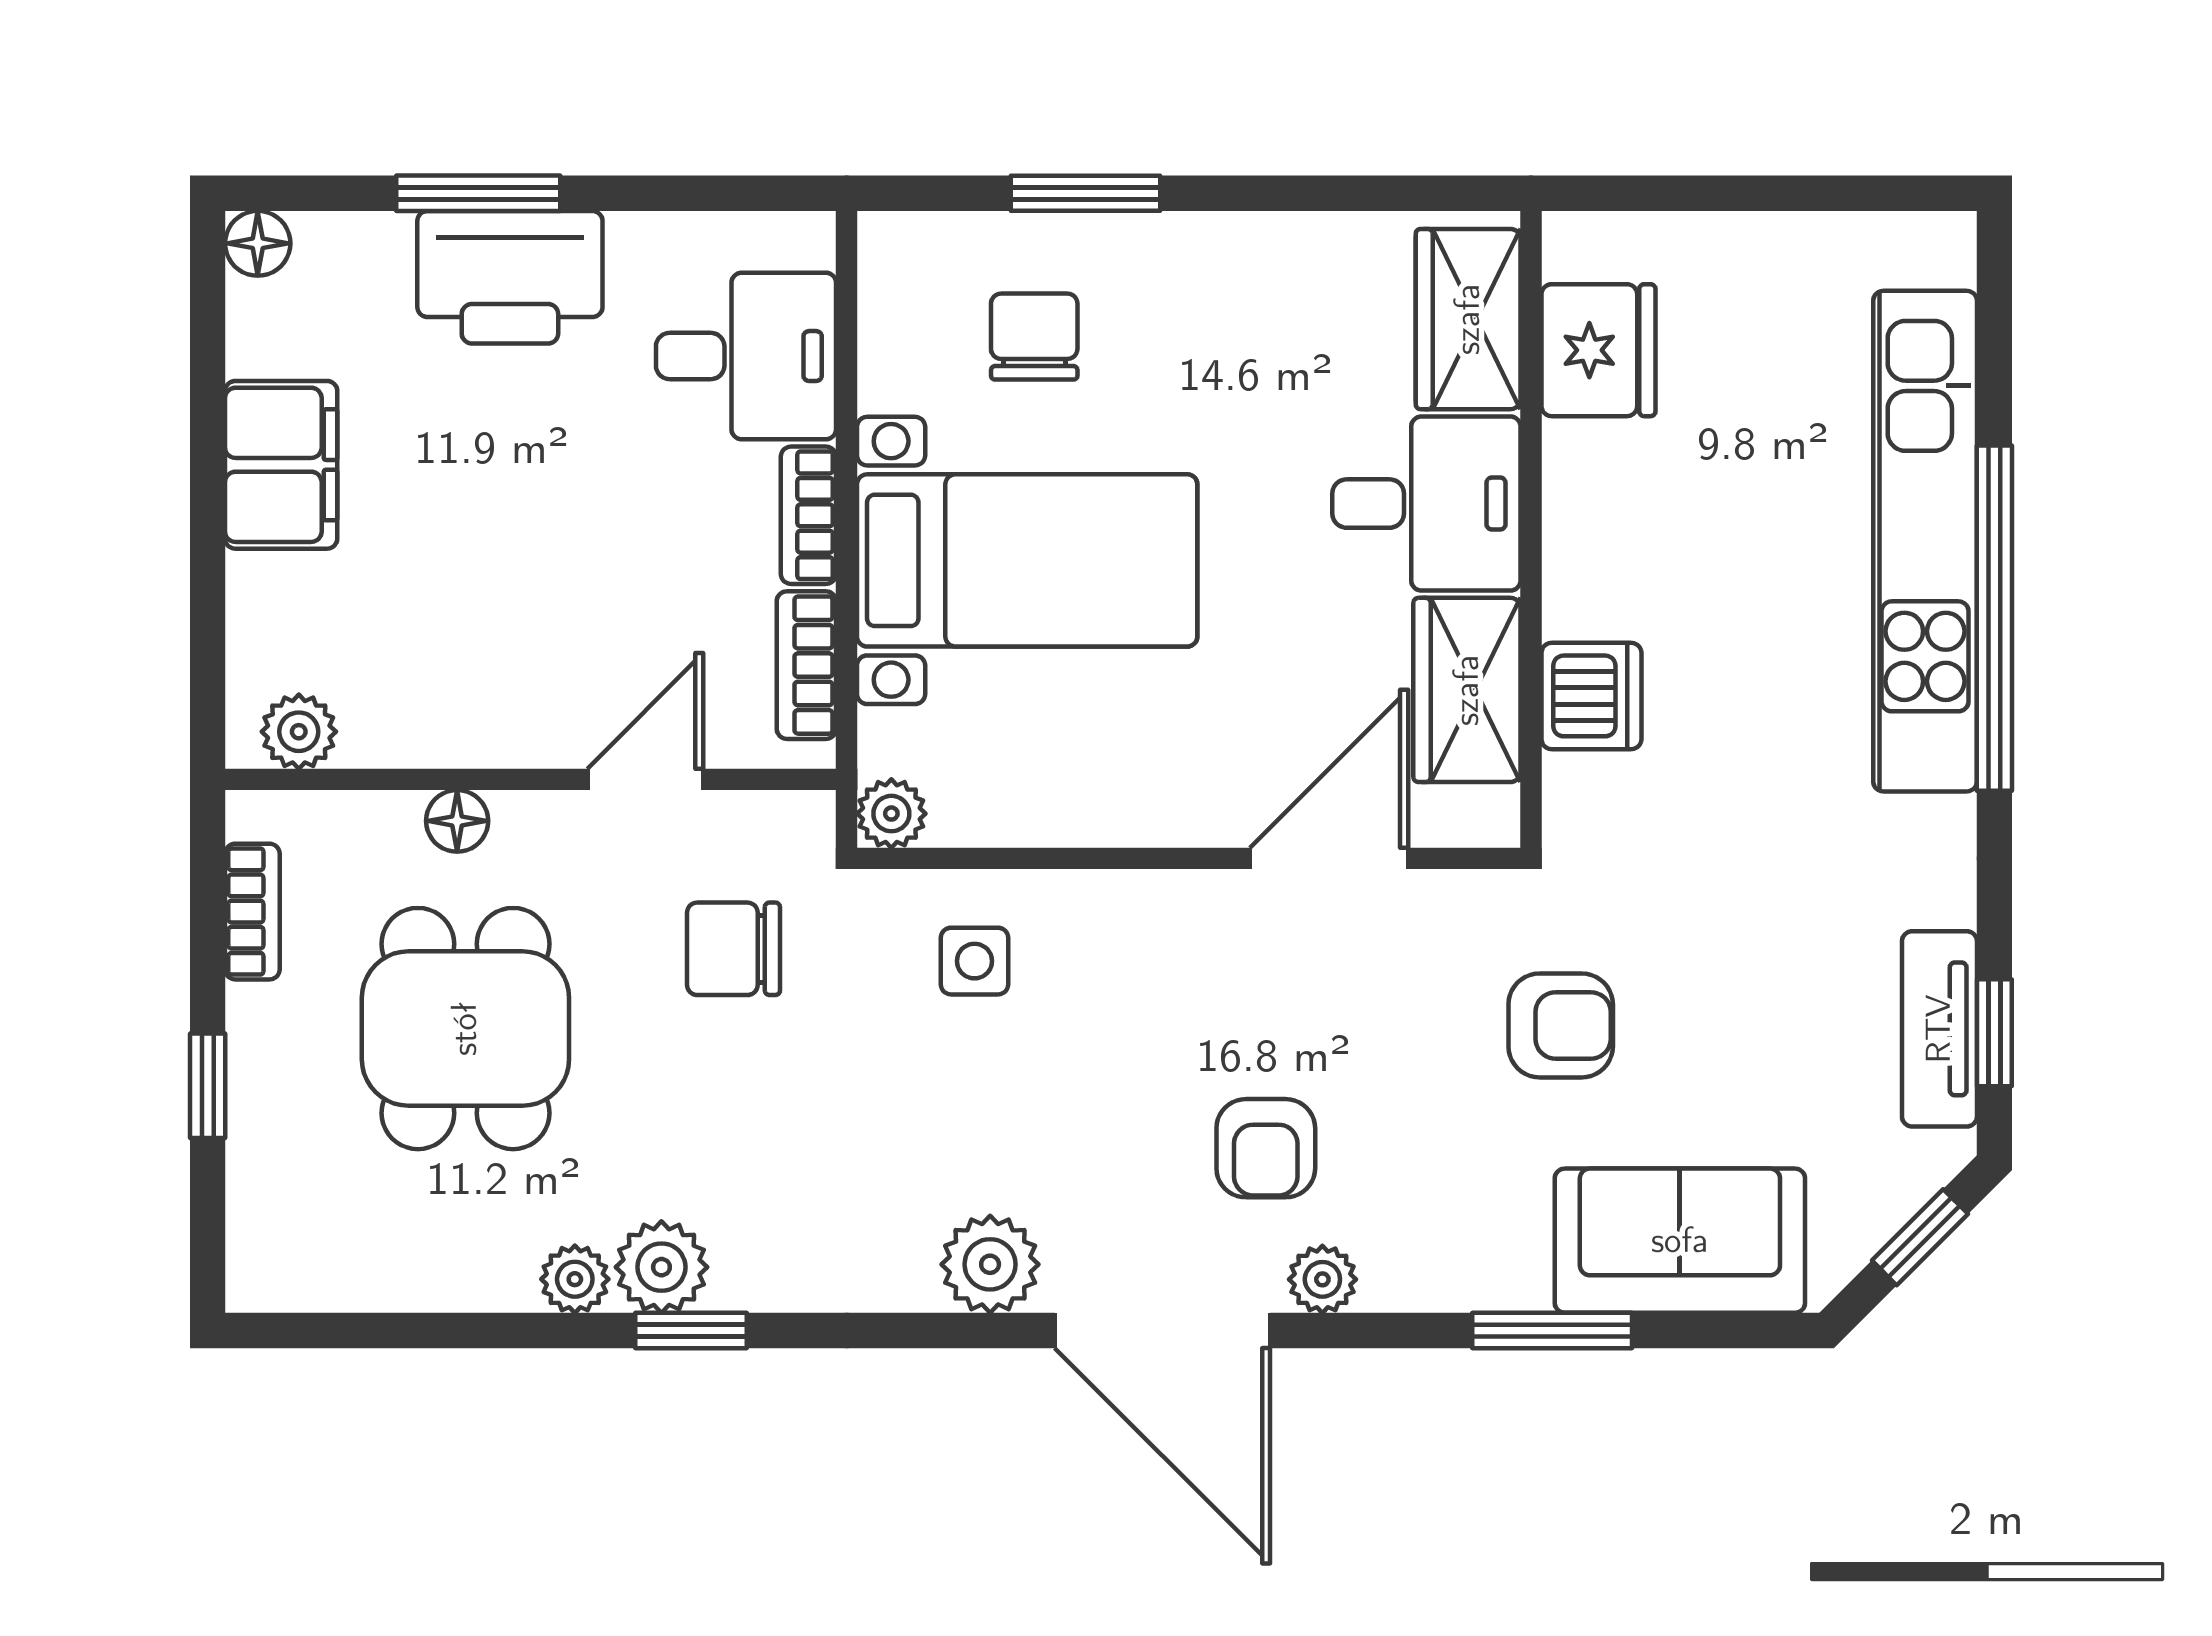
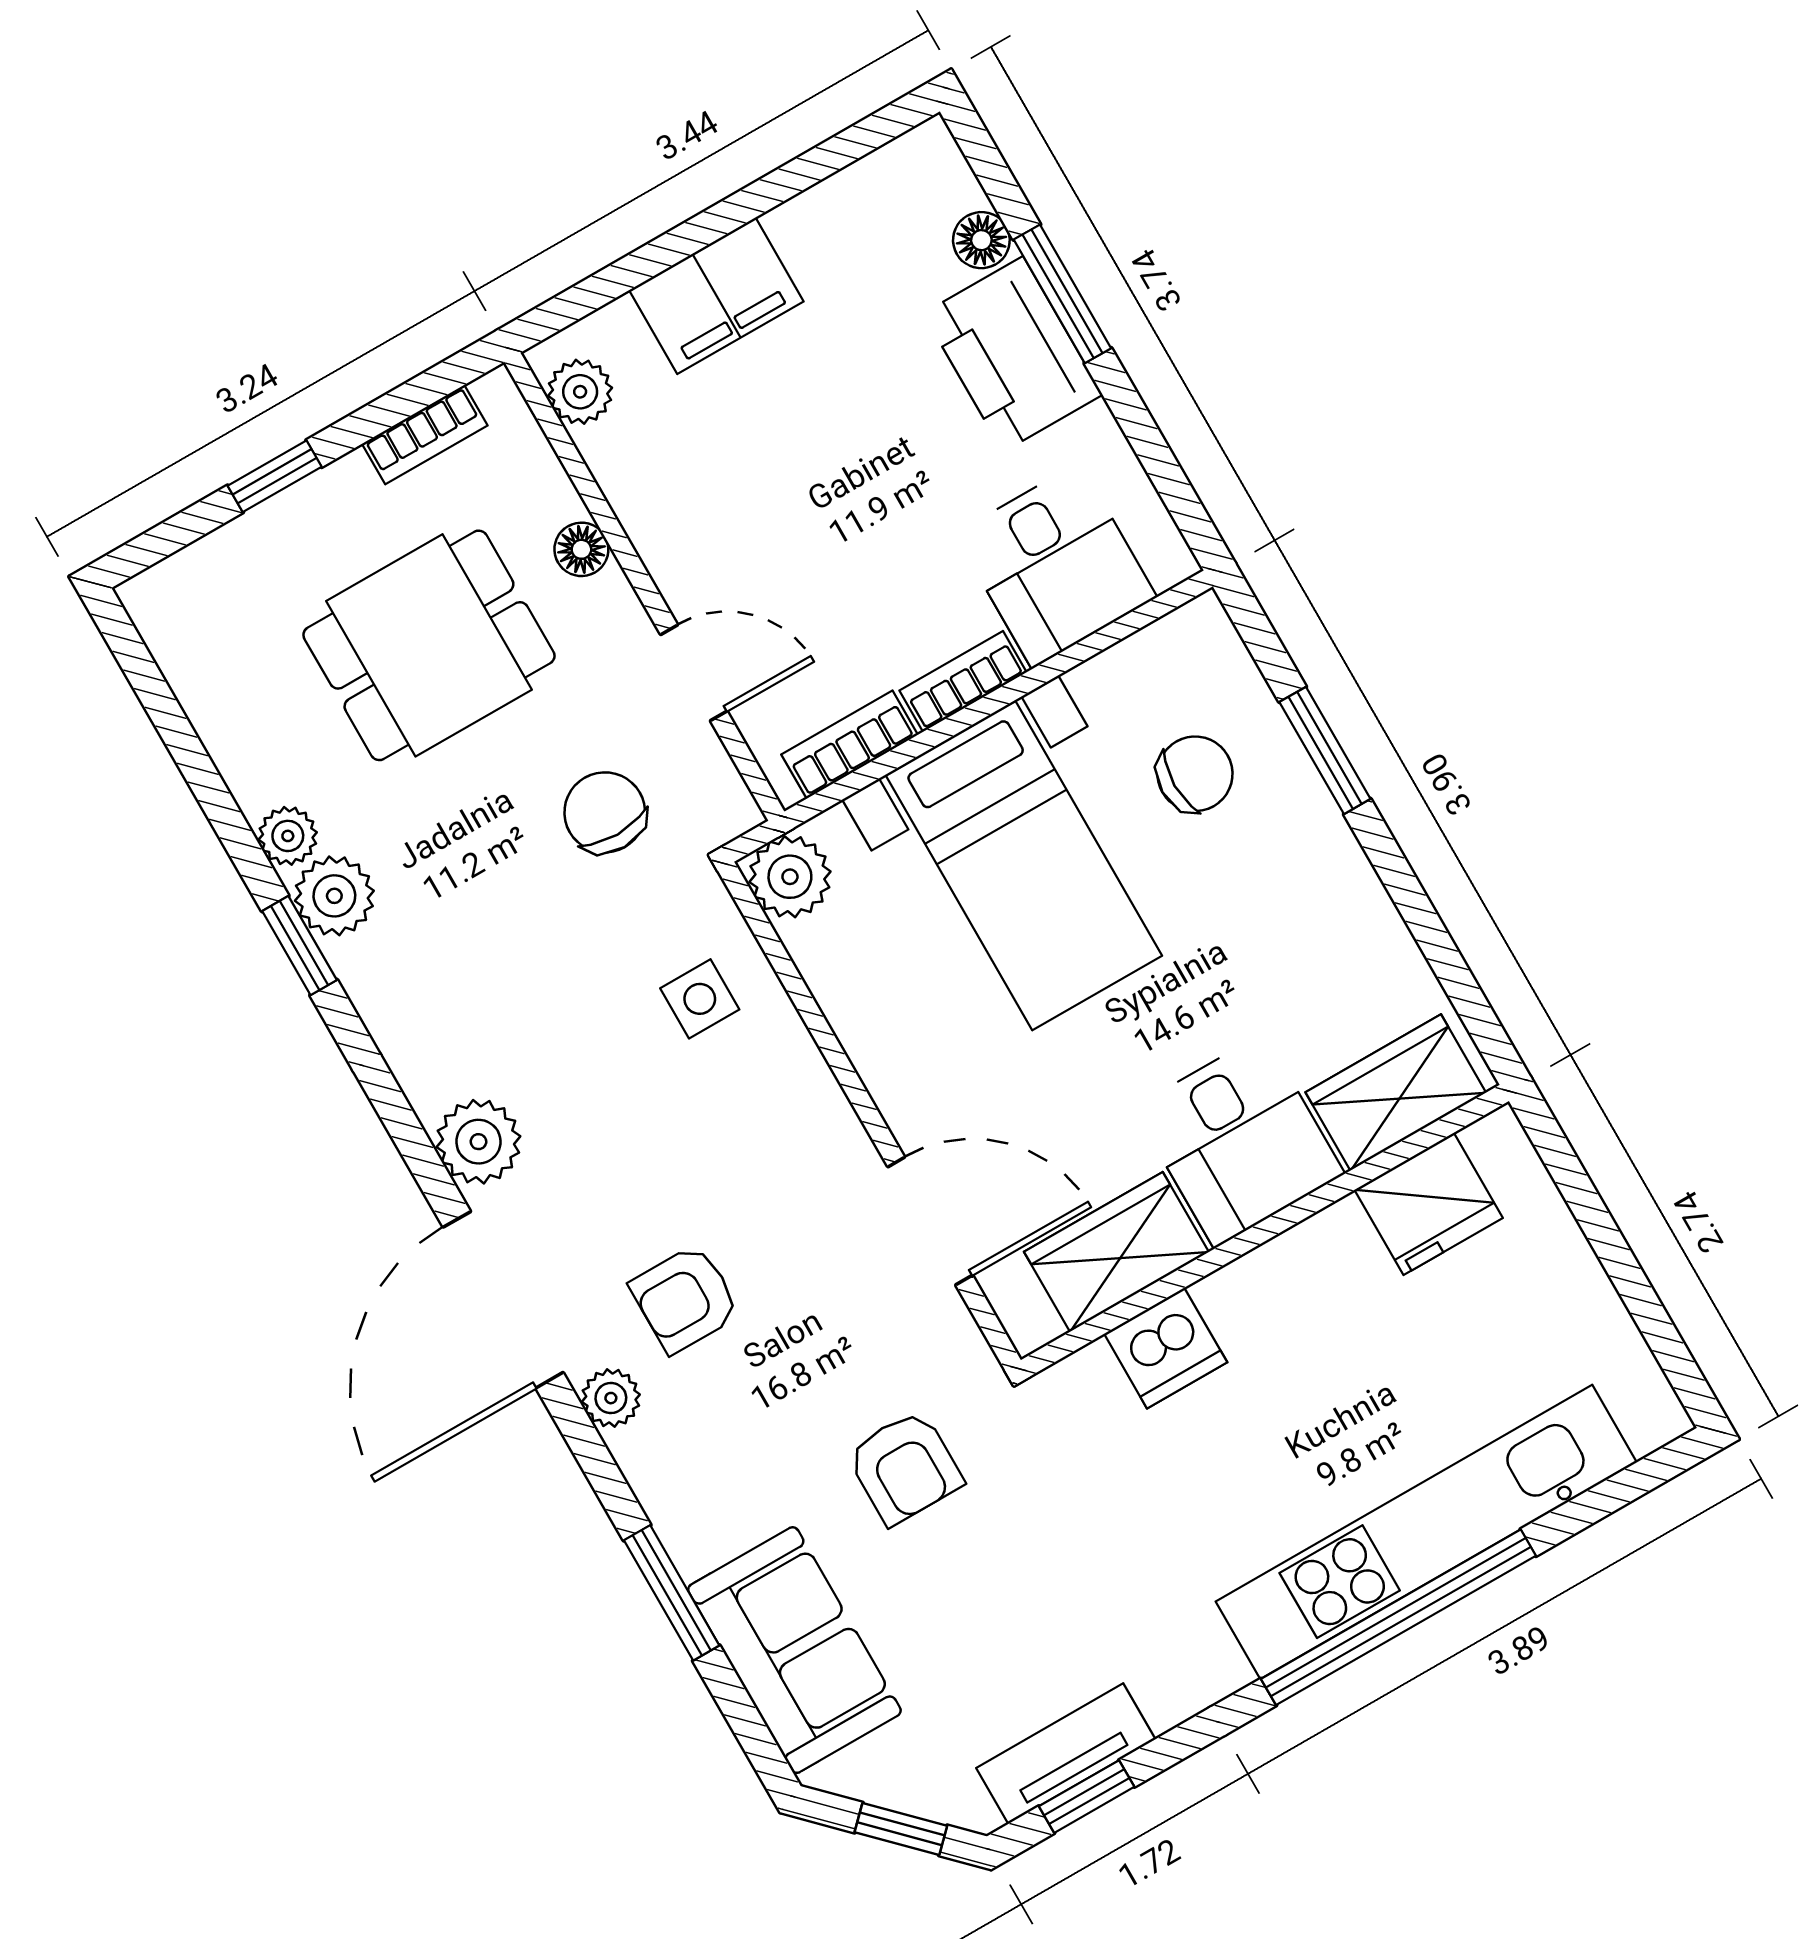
floor lamp: (258, 243) -> (981, 240), moved
filing cabinet: (281, 465) -> (716, 296), moved
plant: (891, 814) -> (790, 877), width x1.38, depth x1.38

